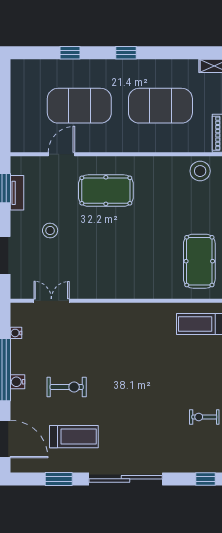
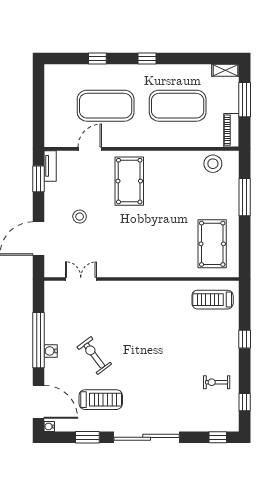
pool table: (106, 191) -> (129, 181), turned 90
tv unit: (17, 193) -> (50, 166), moved
water cooler: (16, 333) -> (49, 426), moved
exercise bike: (67, 387) -> (94, 356), turned -127

